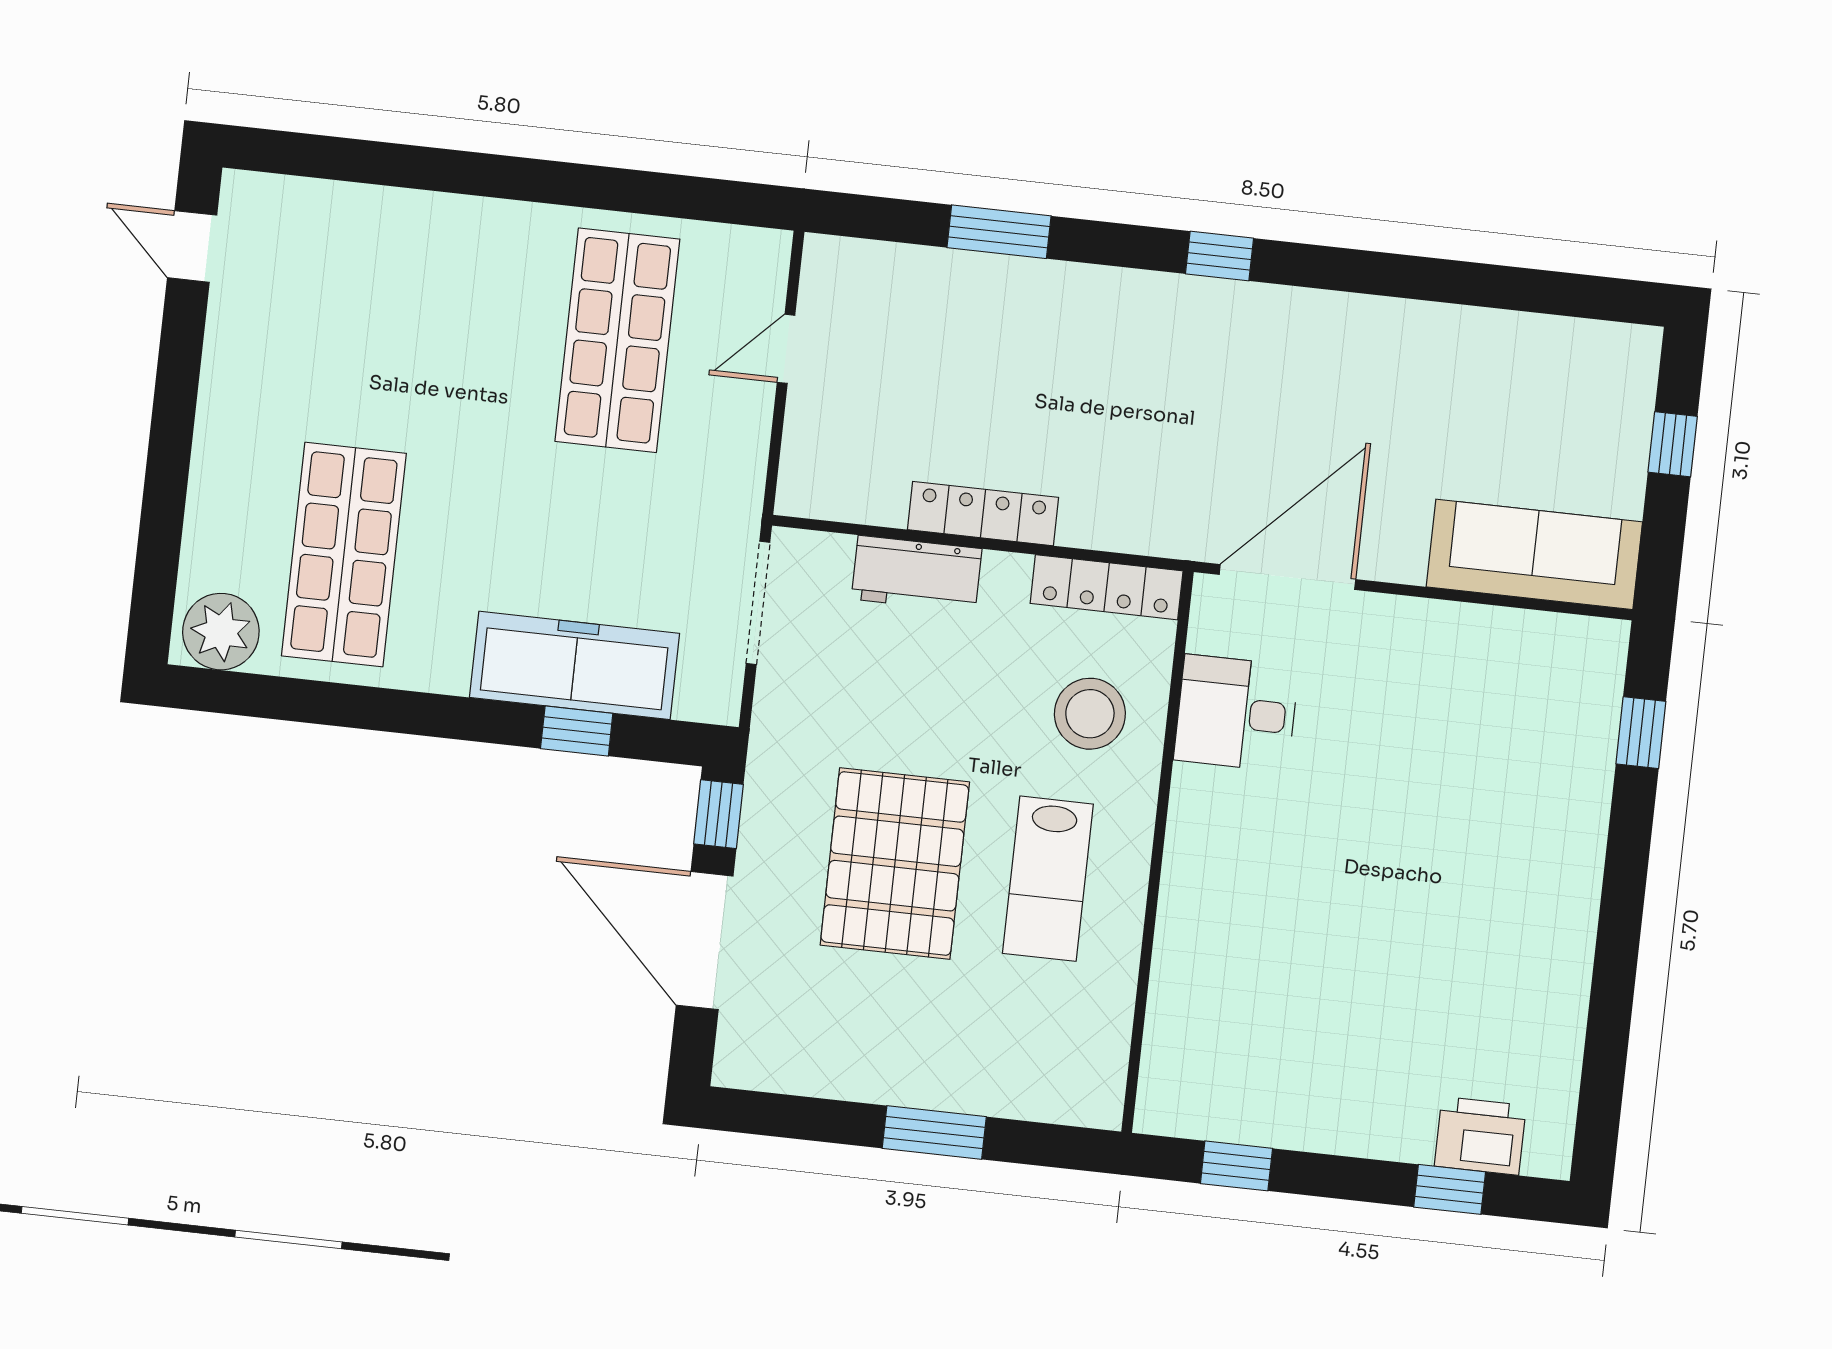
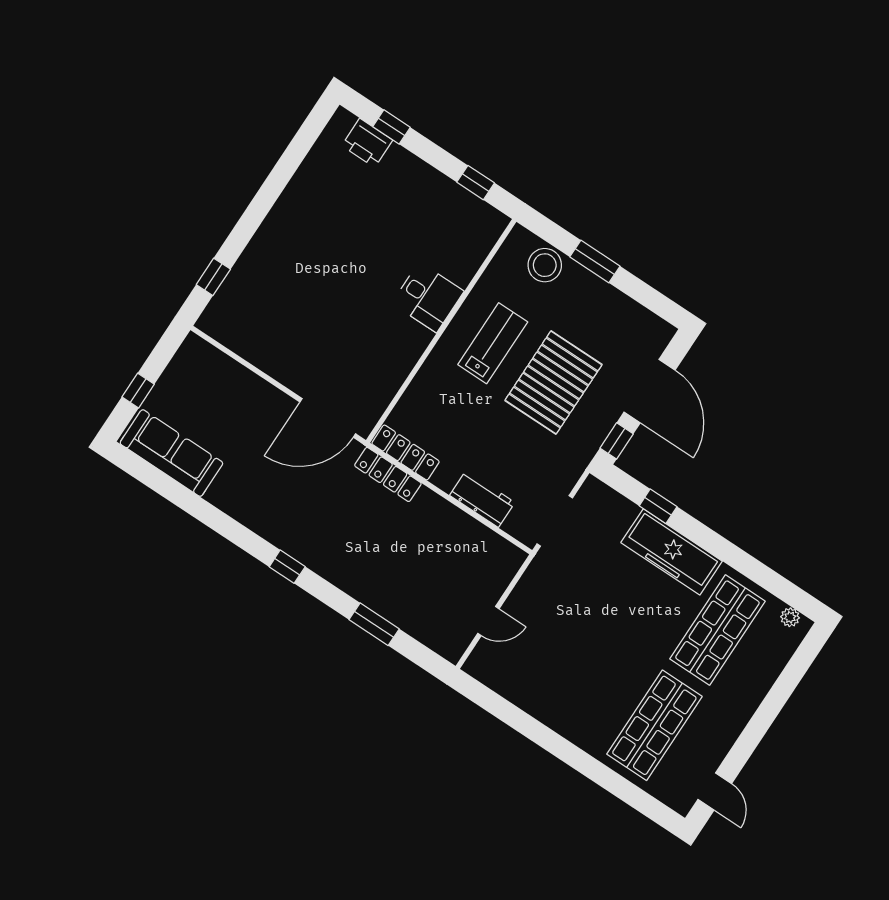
shop shelf: (617, 340) -> (654, 725), moved
locker: (983, 514) -> (388, 474), moved
sofa: (1534, 554) -> (171, 453), moved, turned 180
plant: (221, 632) -> (790, 617), width x0.53, depth x0.53
freezer: (574, 665) -> (672, 552), moved
desk: (1236, 713) -> (428, 297), moved
stool: (1090, 714) -> (545, 265), moved

